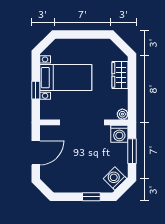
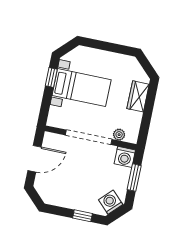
window: (36, 90) -> (51, 77), moved
plant: (122, 114) -> (119, 135), moved

